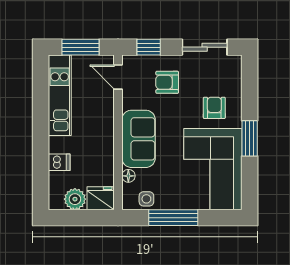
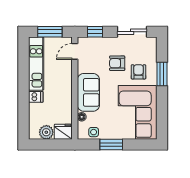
door: (118, 77) -> (75, 51), hinge flipped
armchair: (167, 82) -> (117, 63), moved
window: (250, 138) -> (162, 74), moved
dishwasher: (59, 162) -> (36, 97), moved
window: (173, 218) -> (111, 144), width x0.69

